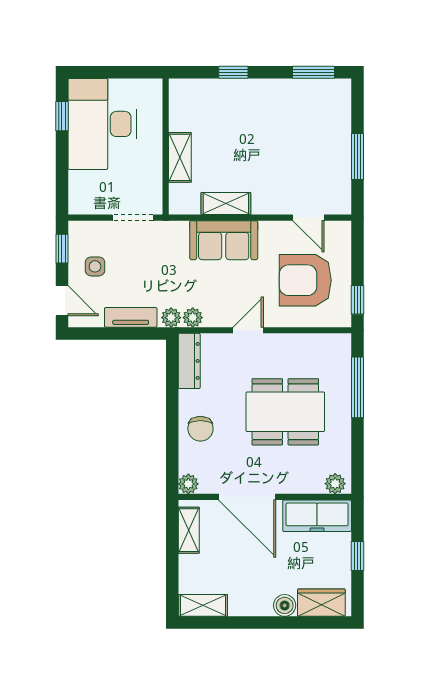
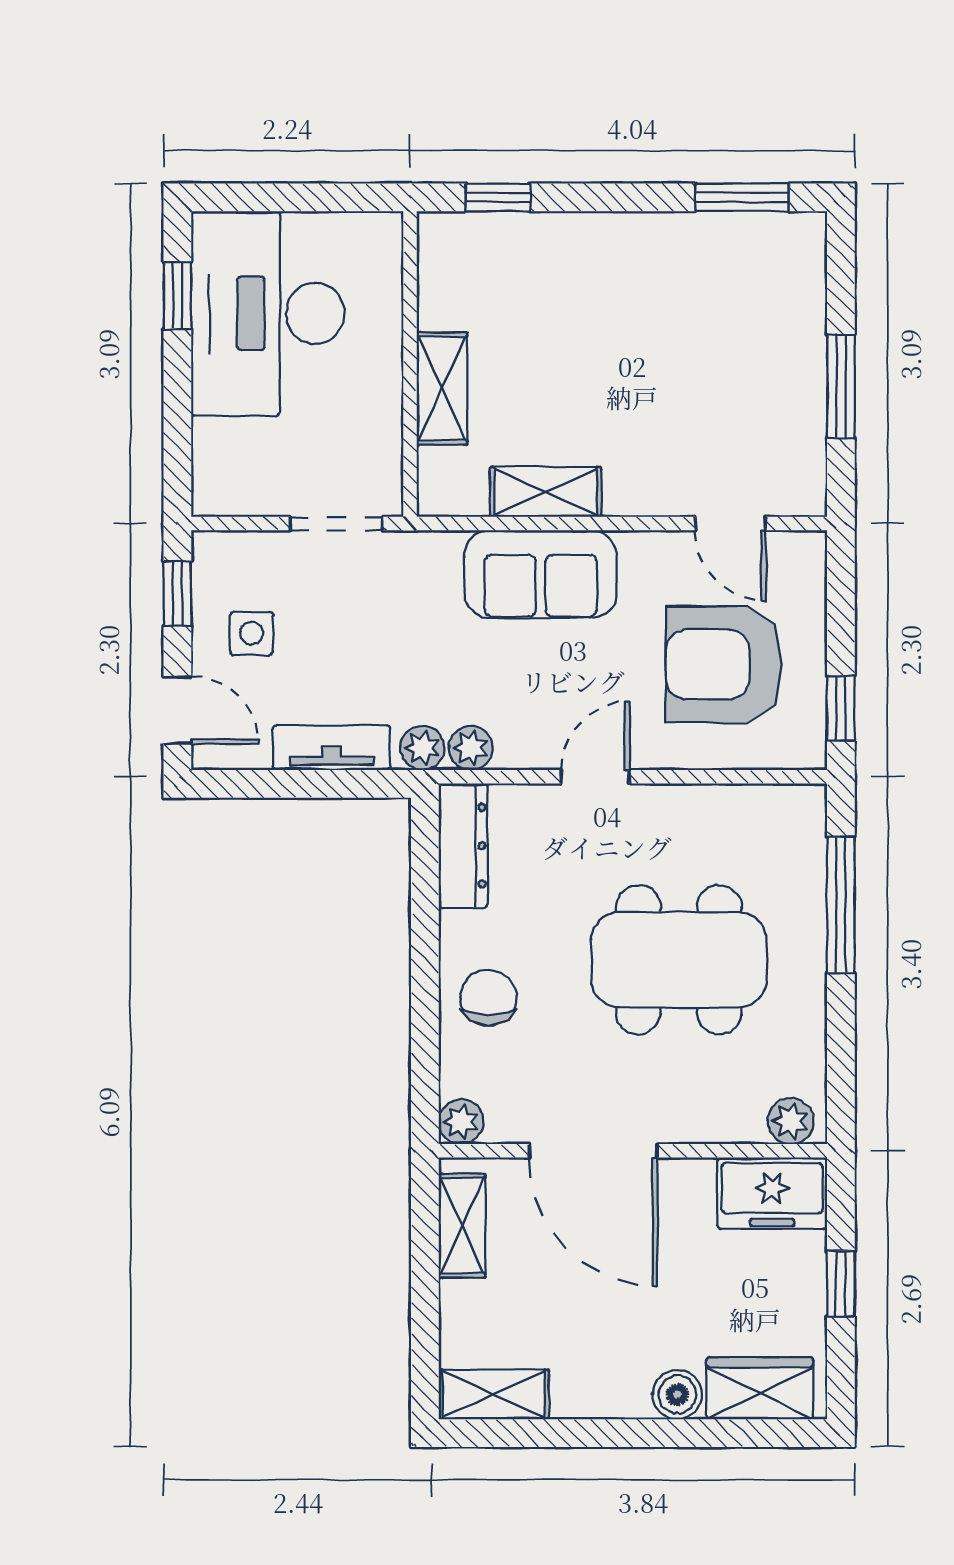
window: (233, 72) -> (498, 197), moved
chair: (200, 429) -> (488, 998), turned 180
freezer: (317, 516) -> (772, 1193), width x0.71

